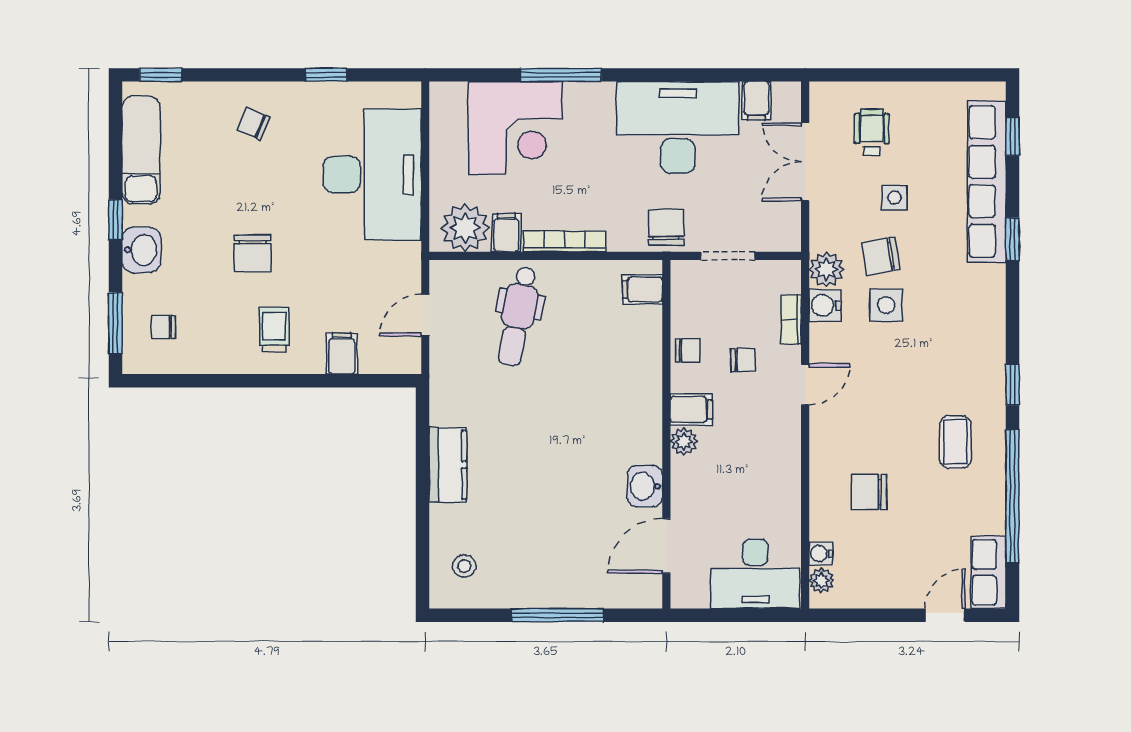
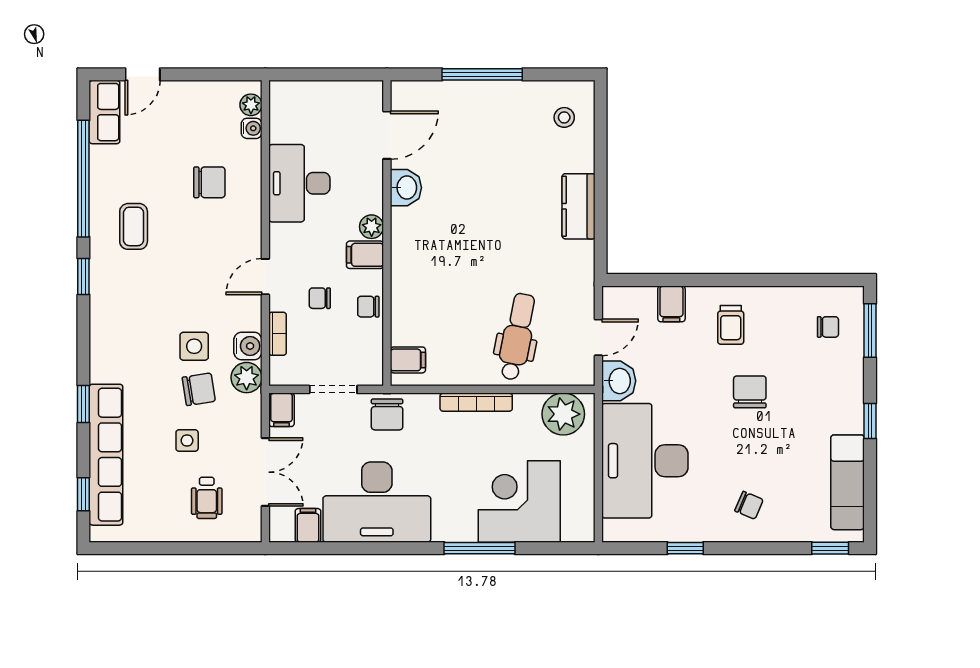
filing cabinet: (506, 233) -> (281, 410), moved
washbasin: (141, 250) -> (619, 381), moved, turned 180
desk: (755, 574) -> (299, 183), moved, turned -90

